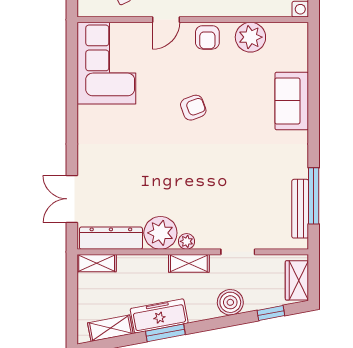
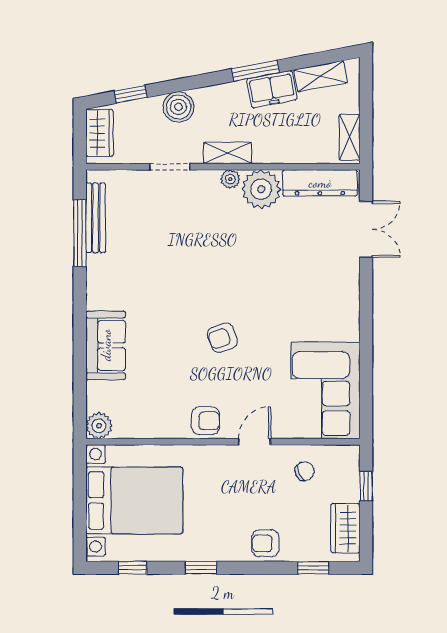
armchair: (207, 37) -> (206, 421), turned 90
plant: (250, 37) -> (99, 426), moved, width x0.73, depth x0.73
shelving: (97, 263) -> (350, 137), moved, turned 90
freezer: (159, 316) -> (272, 89), width x0.71

